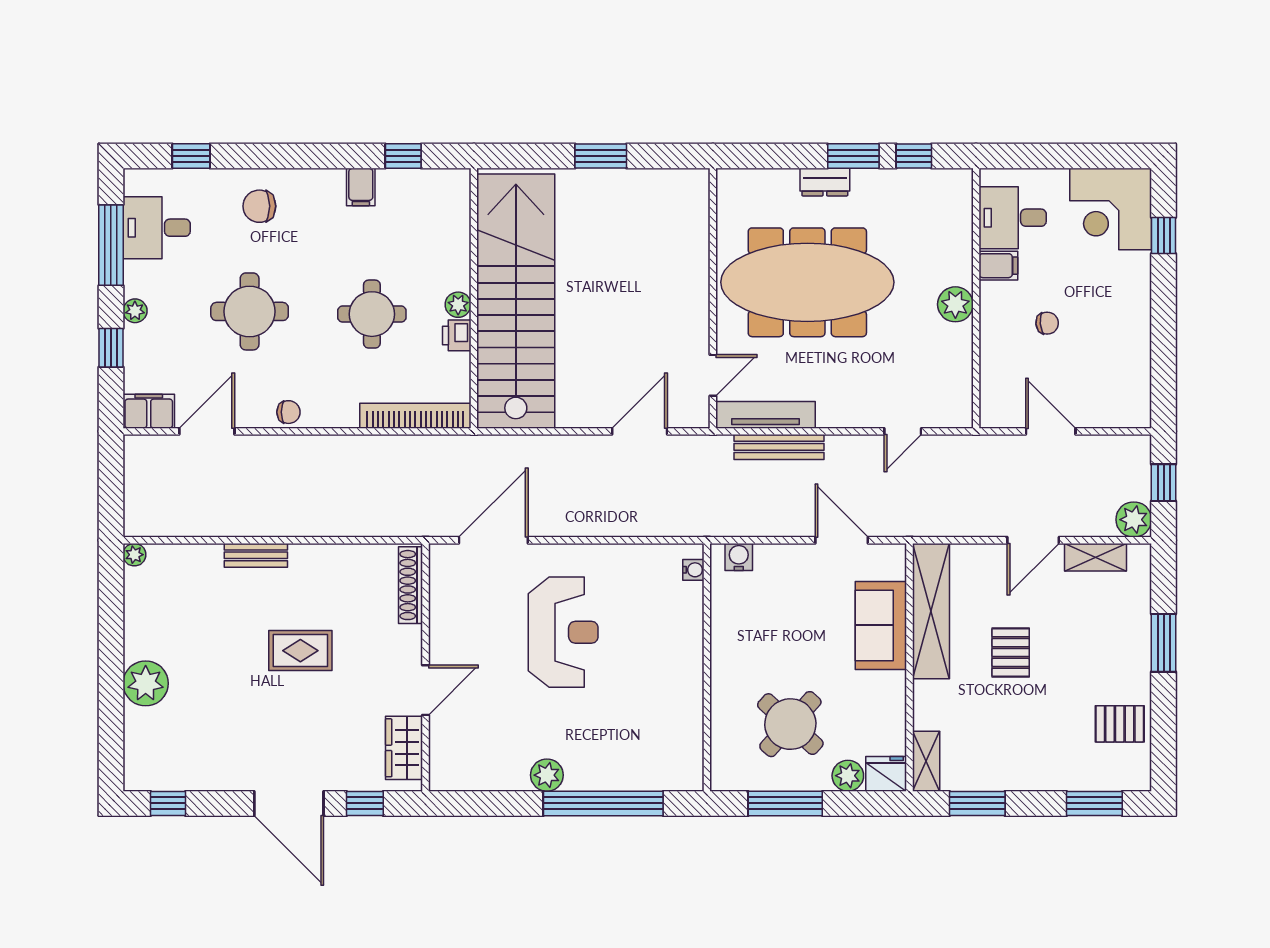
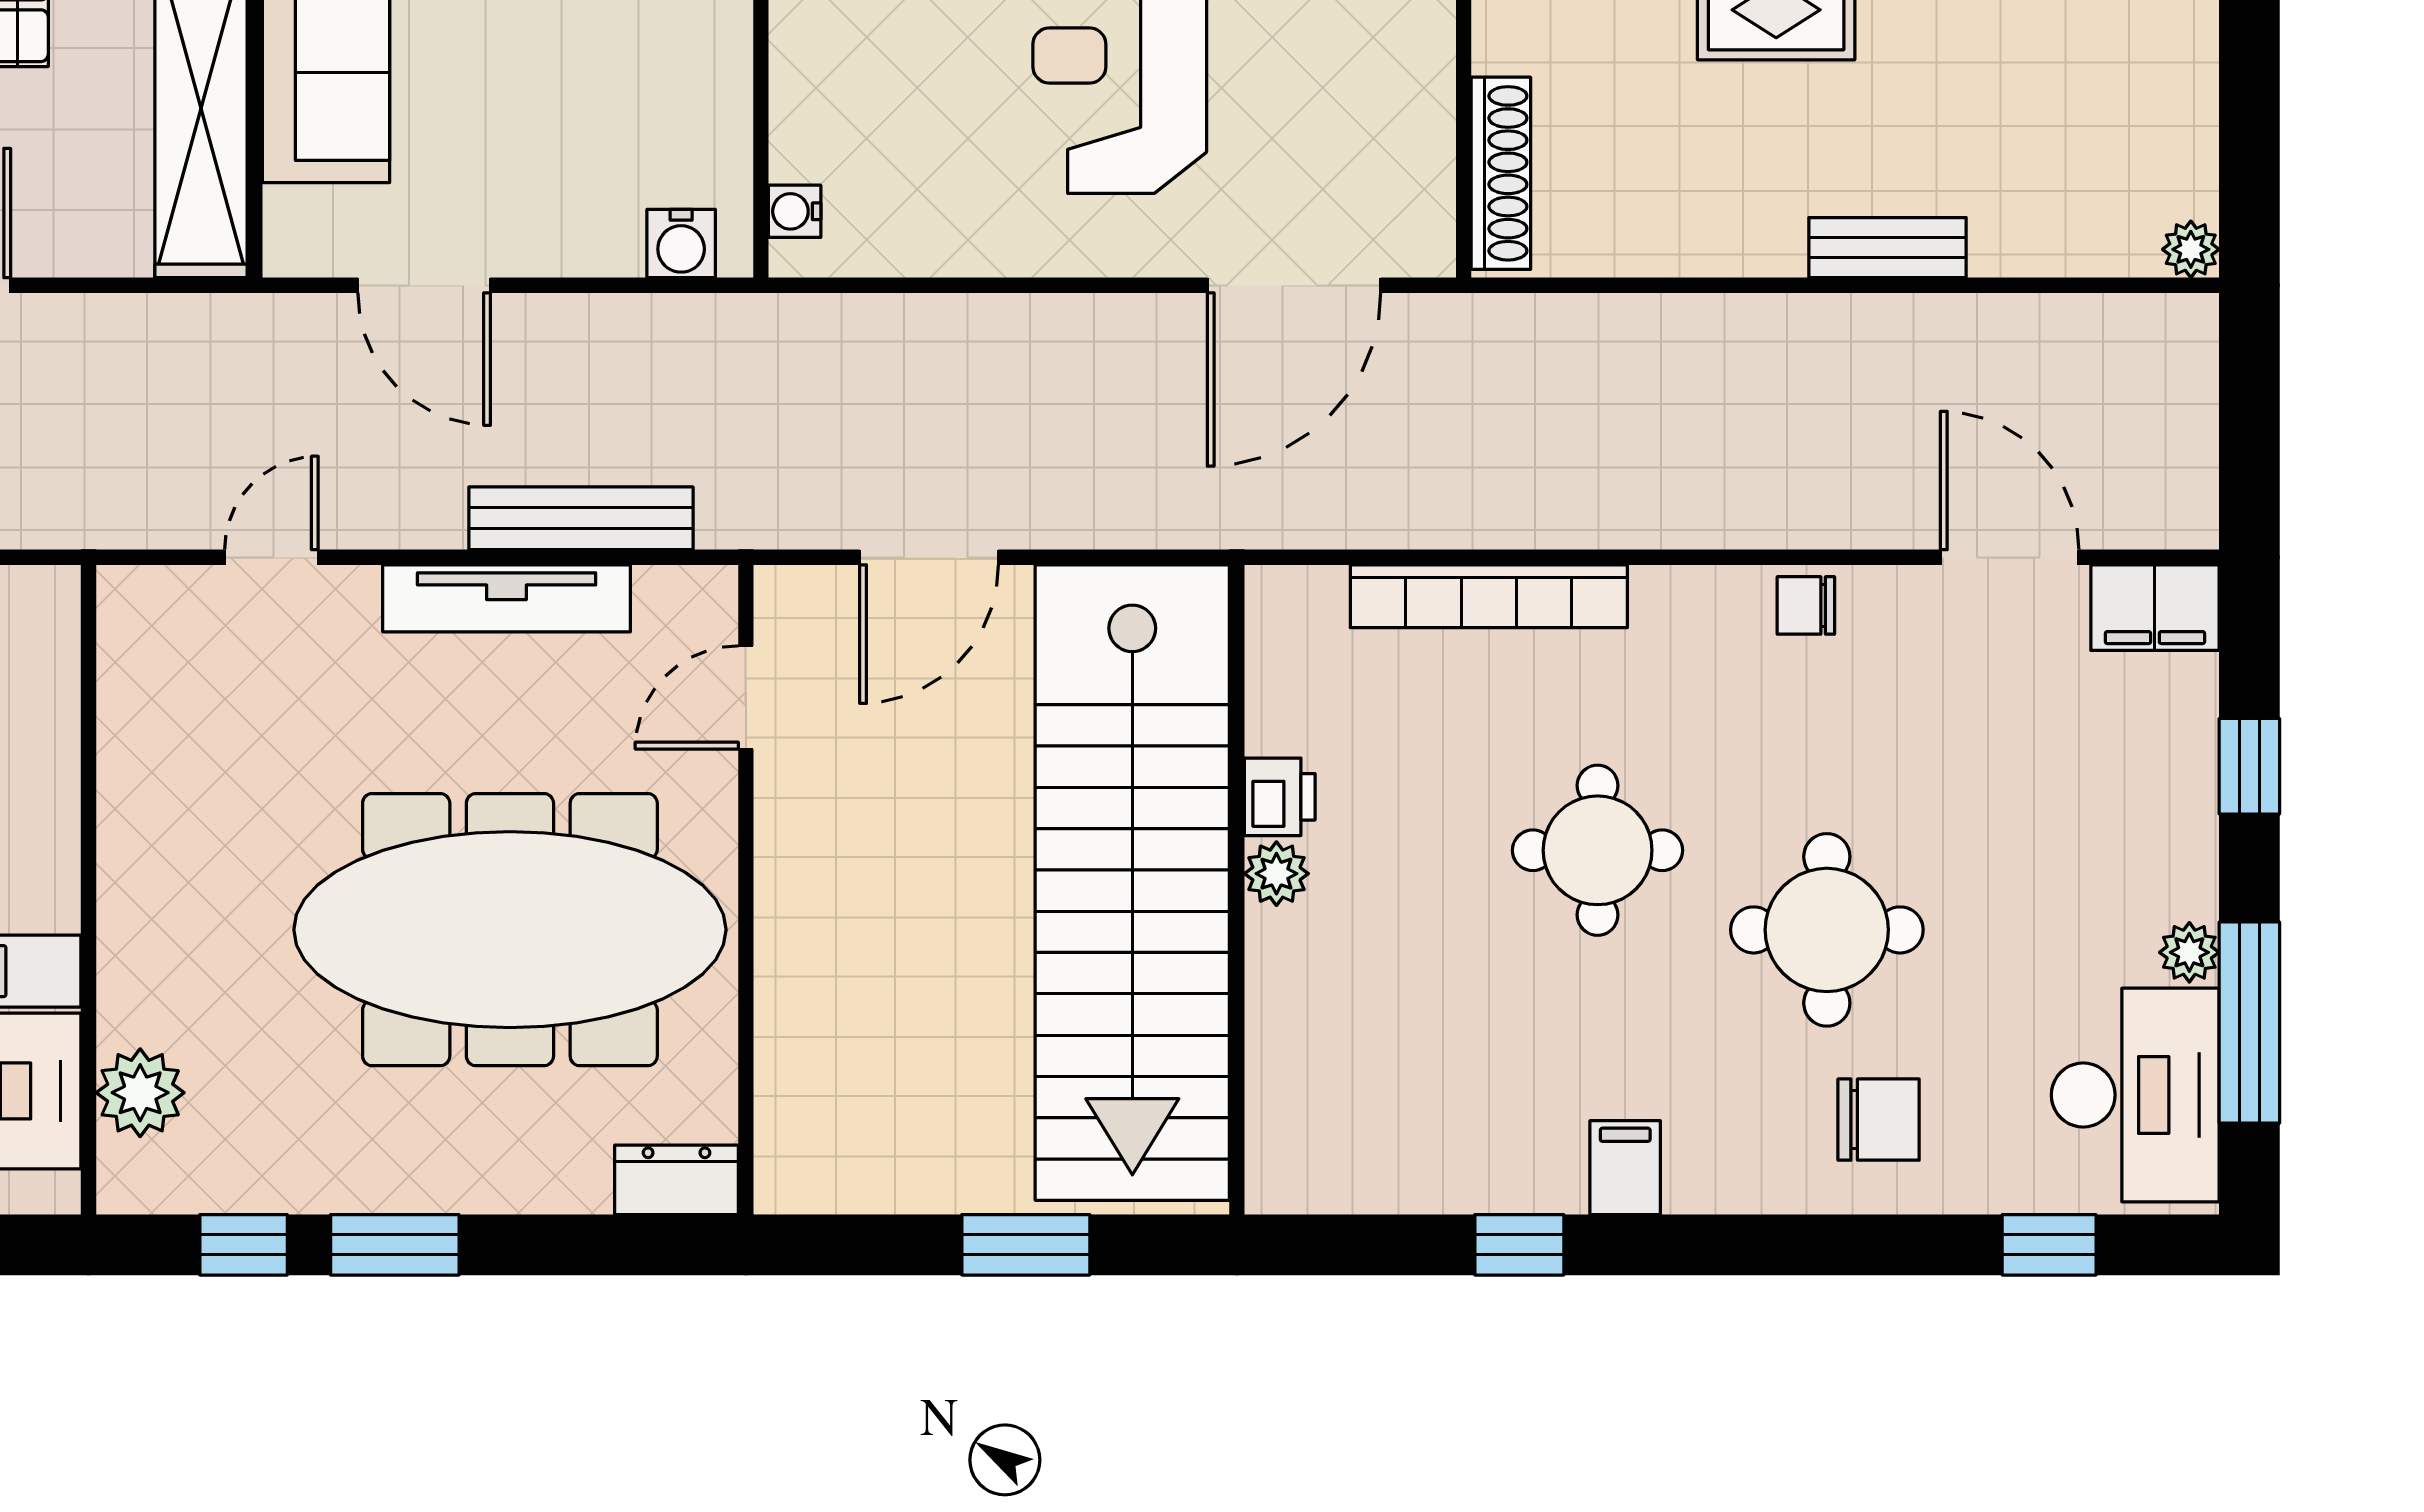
dresser: (825, 182) -> (677, 1180), moved
desk: (157, 228) -> (2135, 1095), width x1.37
wall: (474, 298) -> (1237, 890), moved
stairs: (516, 301) -> (1132, 883), moved
plant: (955, 304) -> (140, 1093), moved
plant: (458, 305) -> (1276, 874), moved
plant: (135, 311) -> (2189, 952), moved
round table: (250, 311) -> (1827, 930), moved
printer: (457, 335) -> (1280, 797), moved
tv unit: (765, 415) -> (507, 598), moved
door: (207, 431) -> (2010, 557), swing flipped

